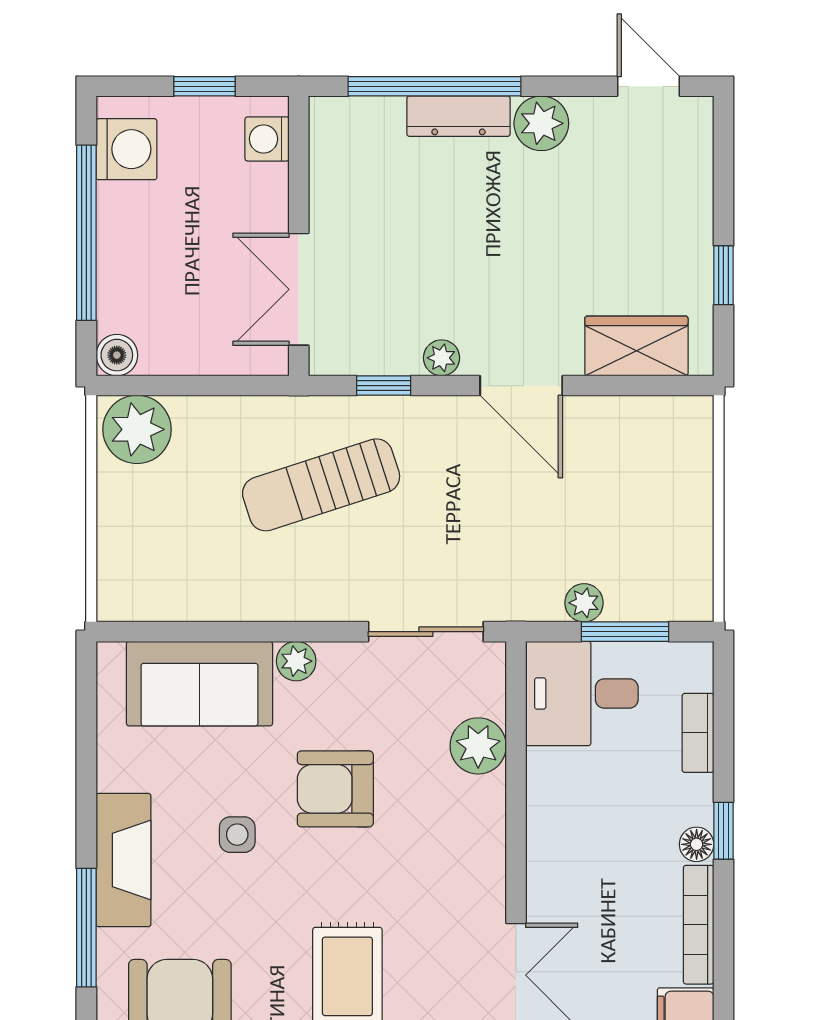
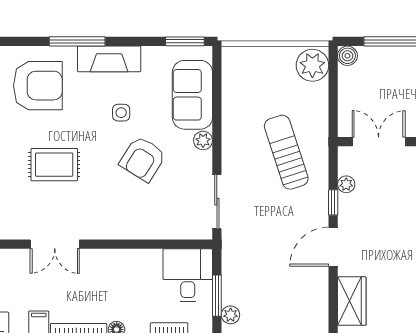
plant: (442, 358) -> (346, 184), moved
window: (384, 386) -> (333, 202), moved
plant: (584, 603) -> (231, 315), moved
window: (86, 699) -> (185, 41), added
plant: (478, 746) -> (163, 226), removed
armchair: (335, 789) -> (143, 159), turned -148

